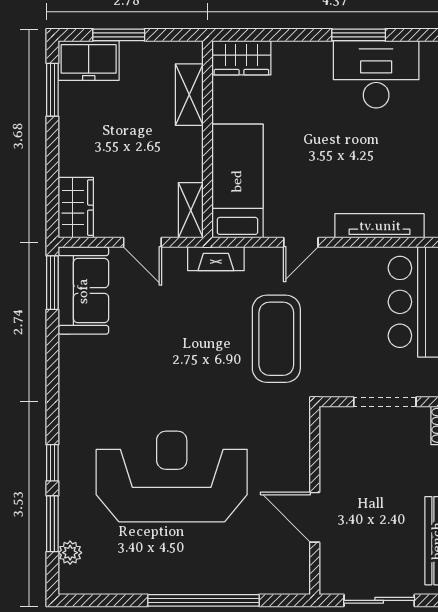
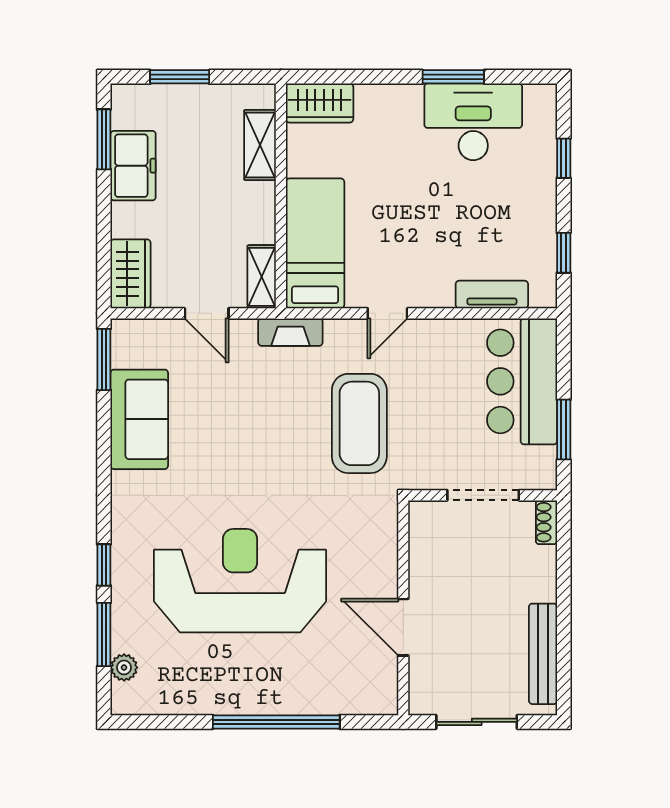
freezer: (89, 61) -> (133, 166), moved, turned -90
tv unit: (380, 226) -> (492, 295), width x0.71
sofa: (83, 291) -> (139, 419), moved

